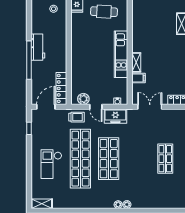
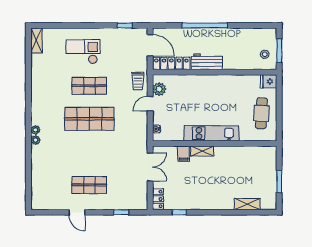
workbench: (38, 47) -> (207, 62), moved, turned 180
freezer: (115, 116) -> (139, 127), removed
shop shelf: (80, 159) -> (89, 86), width x0.50, depth x0.74

